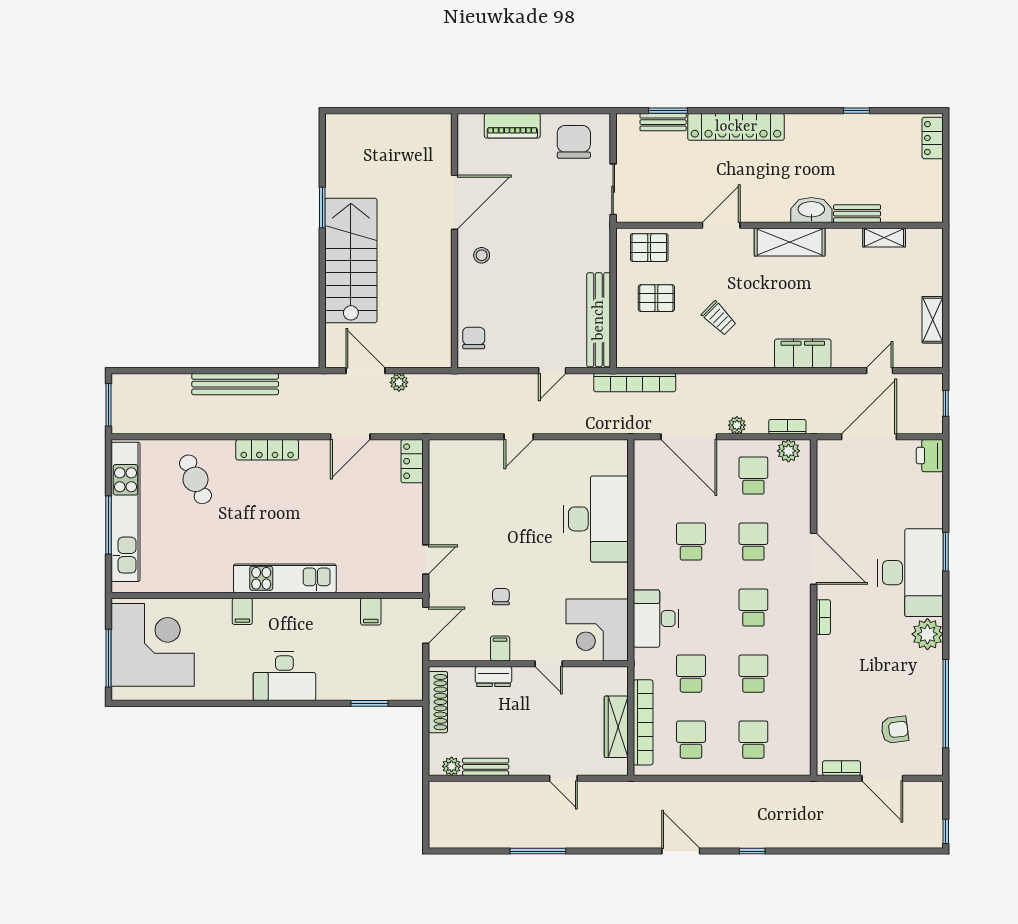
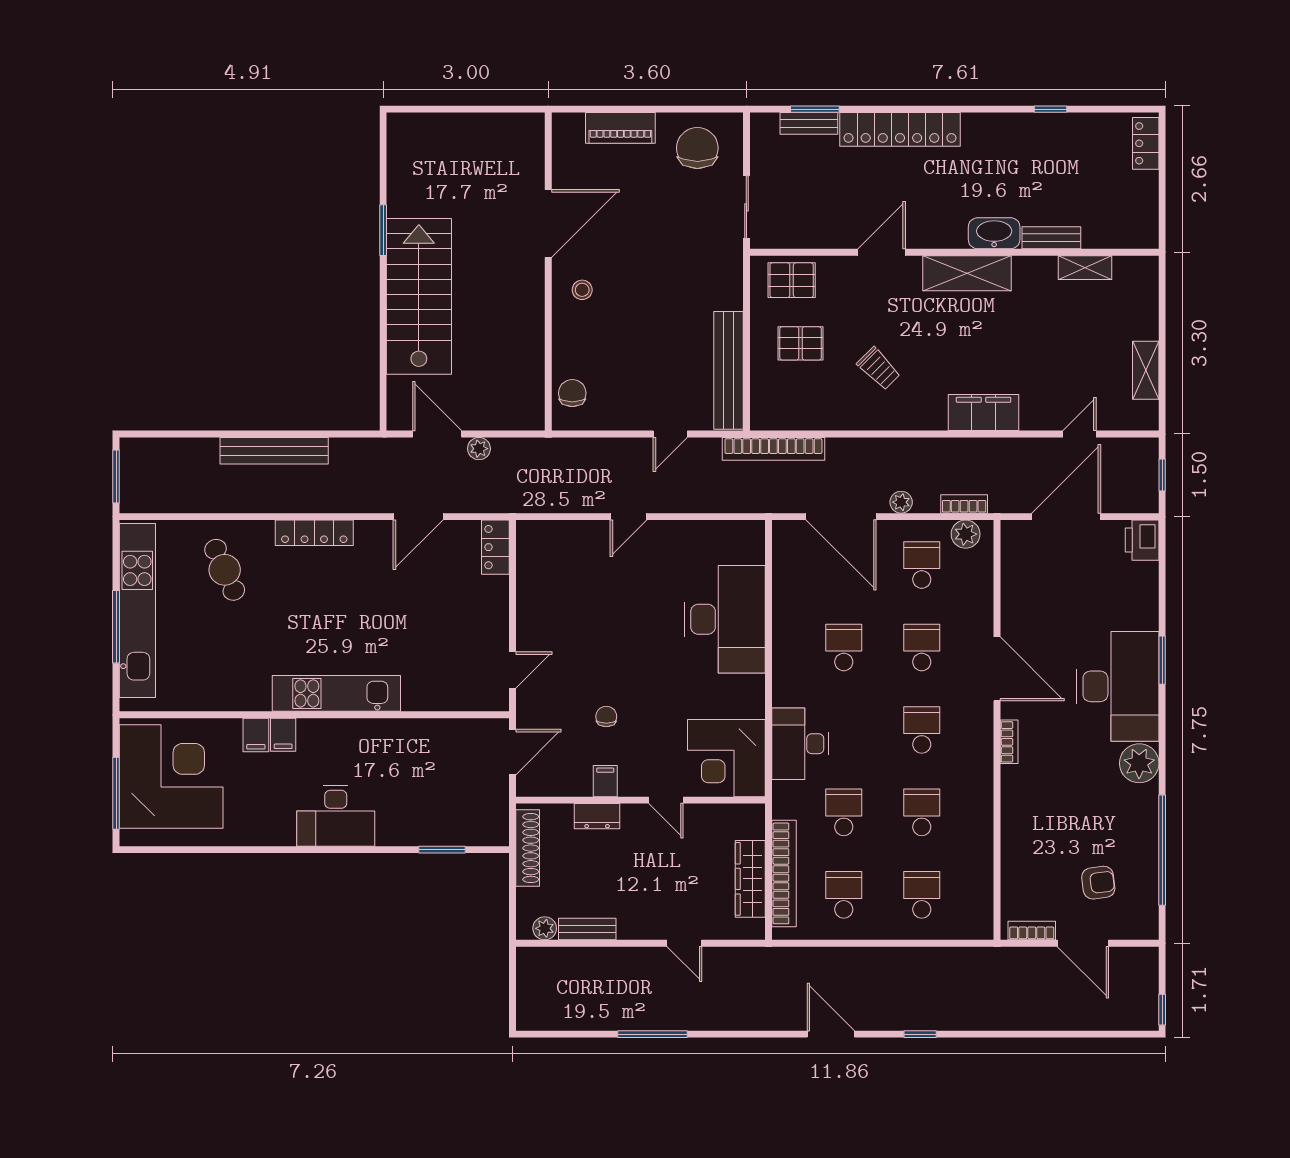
filing cabinet: (371, 612) -> (256, 735), moved

